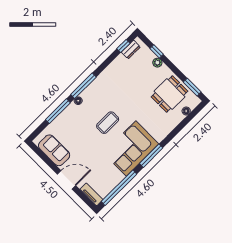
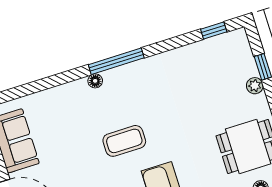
dresser: (131, 50) -> (223, 42), removed
window: (58, 111) -> (54, 81), removed

